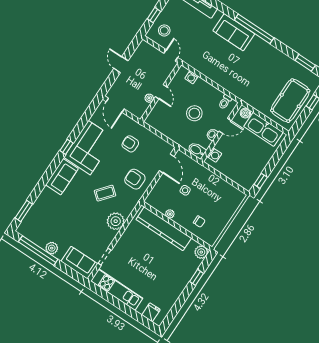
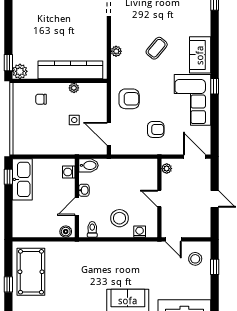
plant: (149, 98) -> (167, 169), moved
stool: (194, 113) -> (119, 218), moved
kitchen sink: (263, 129) -> (22, 179), moved, turned 90
coffee table: (105, 193) -> (157, 48), moved
plant: (116, 221) -> (116, 51), width x0.53, depth x0.53
window: (196, 277) -> (8, 63), moved

